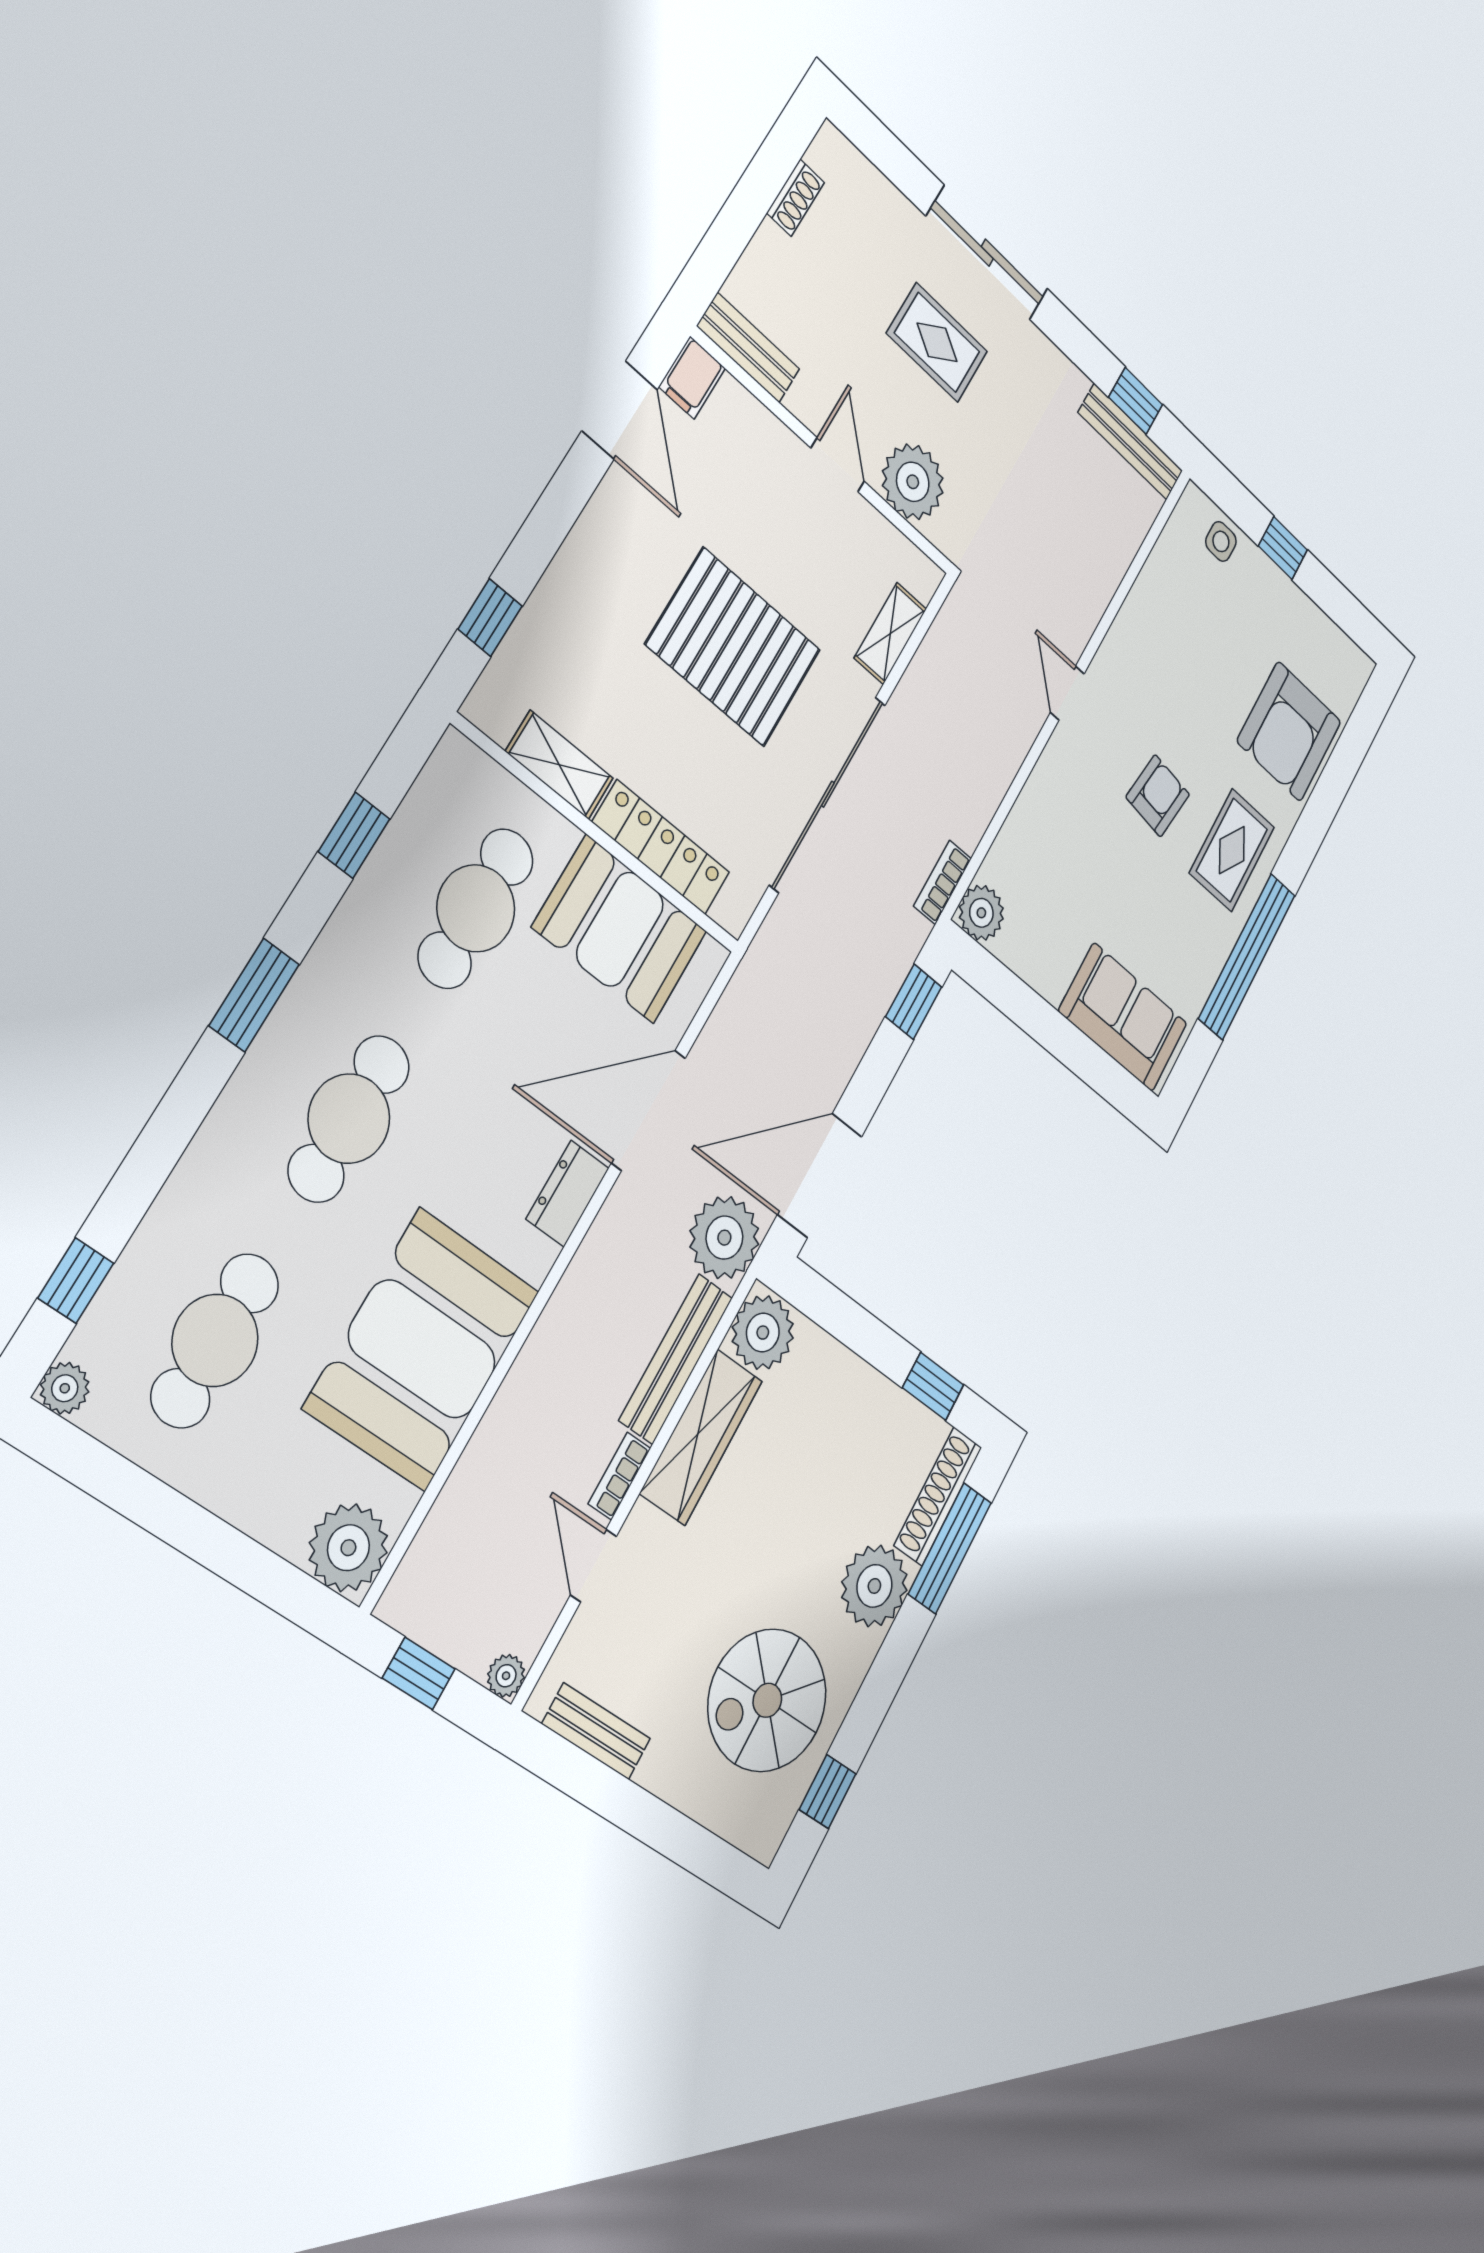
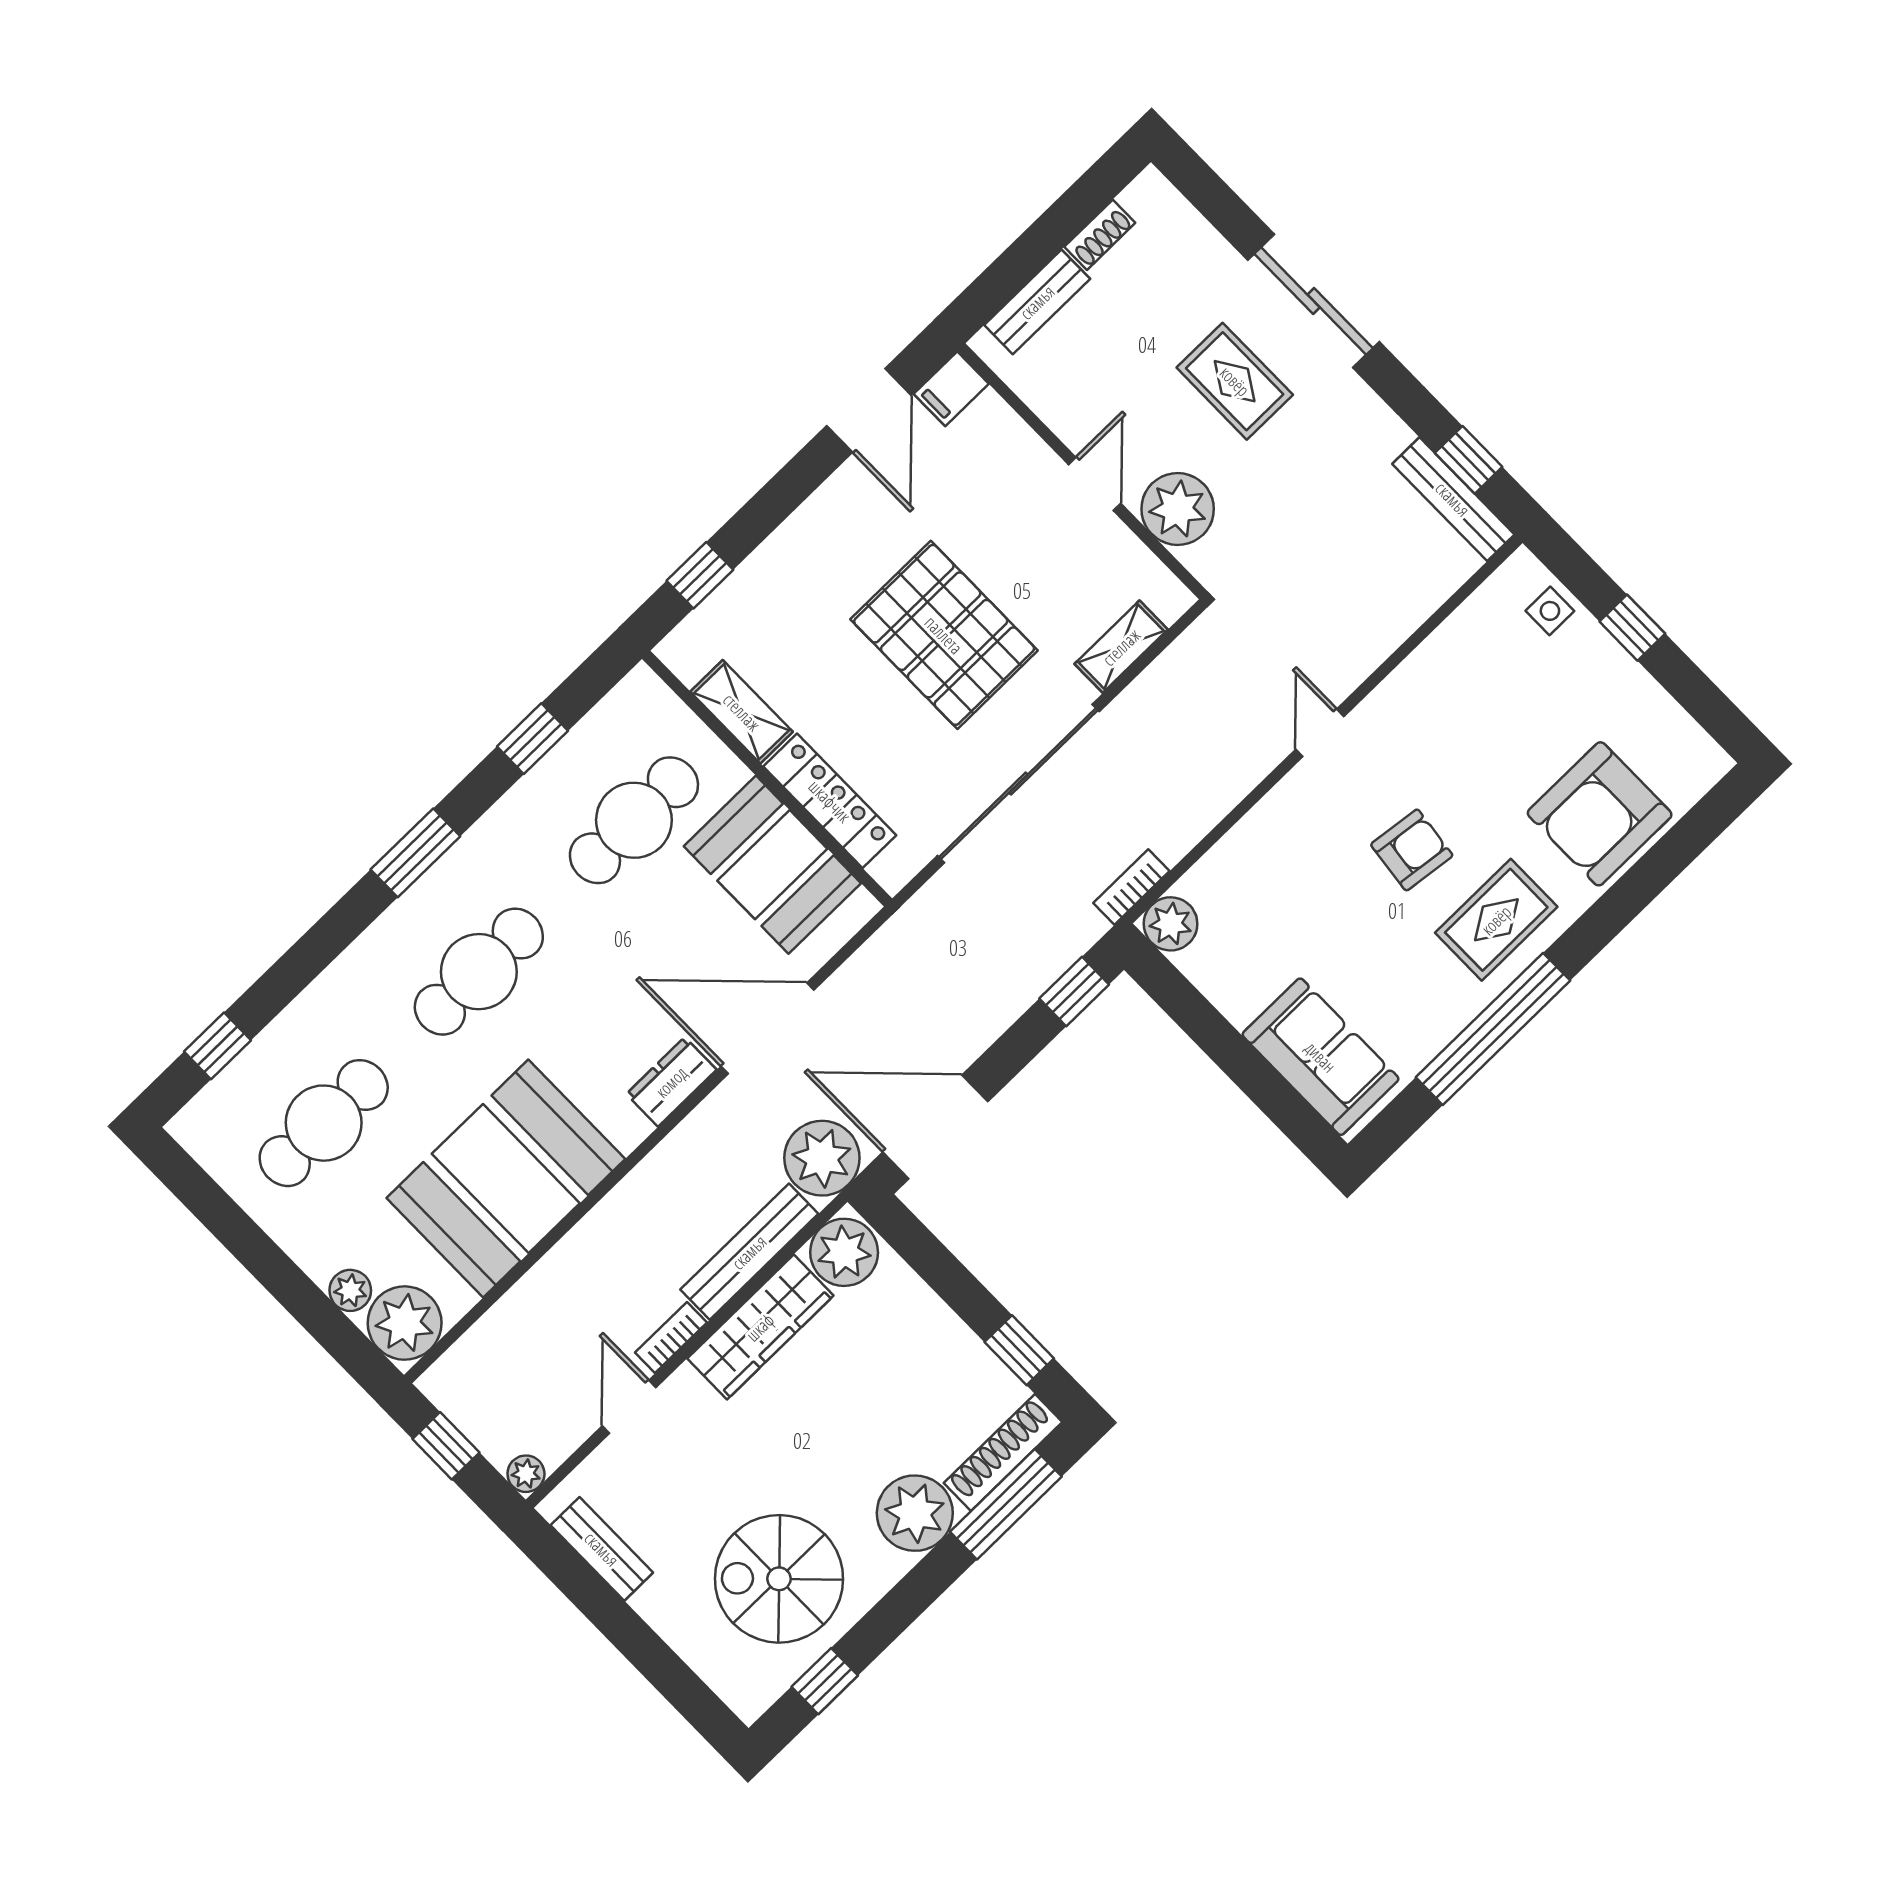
bench: (748, 348) -> (1037, 302), moved, turned 90
plant: (65, 1388) -> (350, 1290), moved

